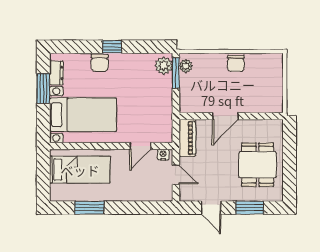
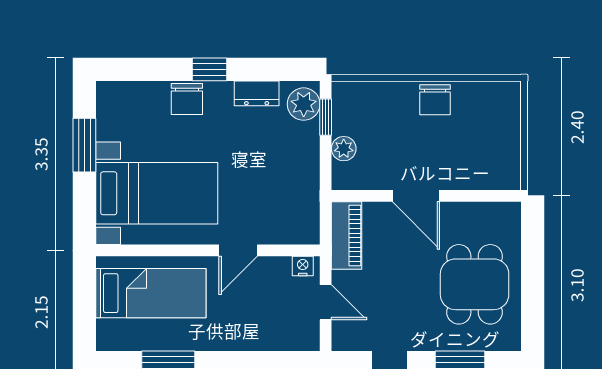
plant: (186, 66) -> (344, 149), moved
dresser: (56, 73) -> (257, 93), moved, turned 90
window: (176, 73) -> (326, 117), width x0.67
door: (225, 116) -> (416, 196), hinge flipped
door: (140, 146) -> (238, 250), moved

